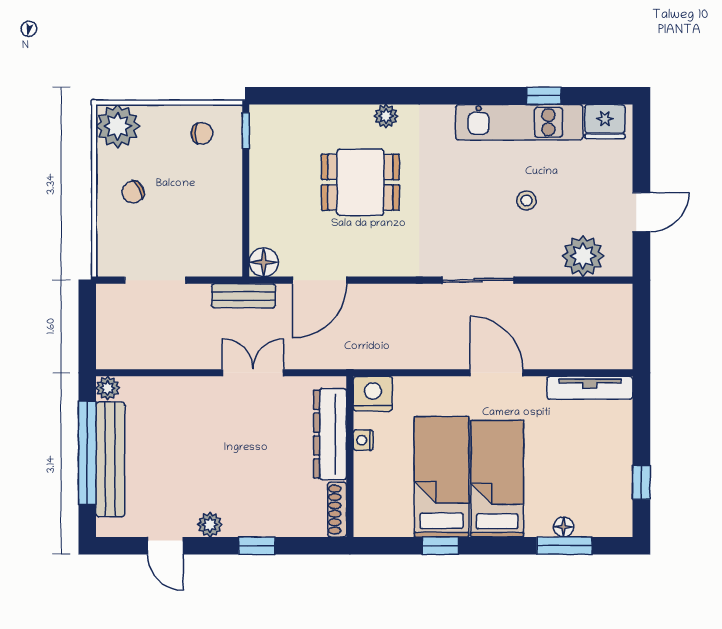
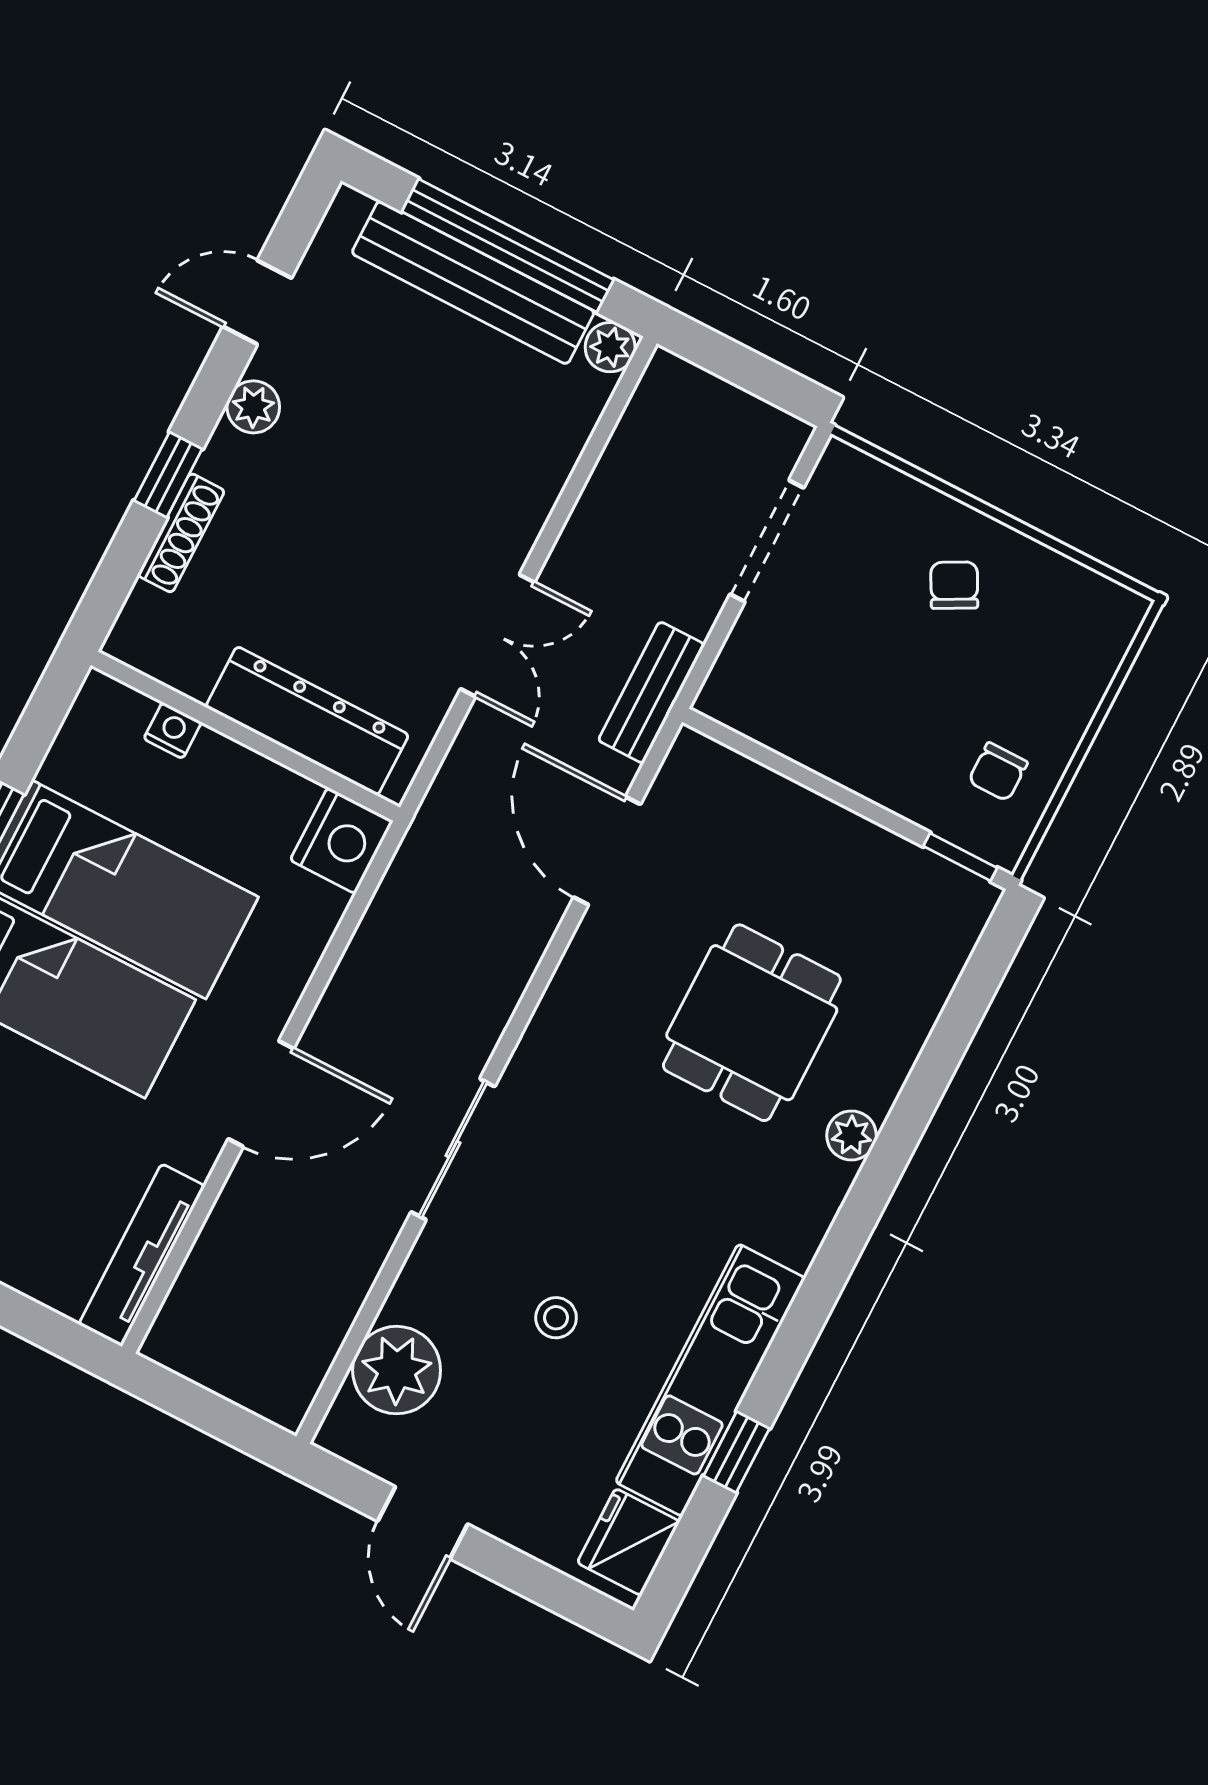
plant: (118, 126) -> (1093, 620), removed
floor lamp: (264, 262) -> (695, 763), removed
nightstand: (363, 440) -> (173, 730), moved
shoe rack: (337, 510) -> (181, 533), moved, turned 90

